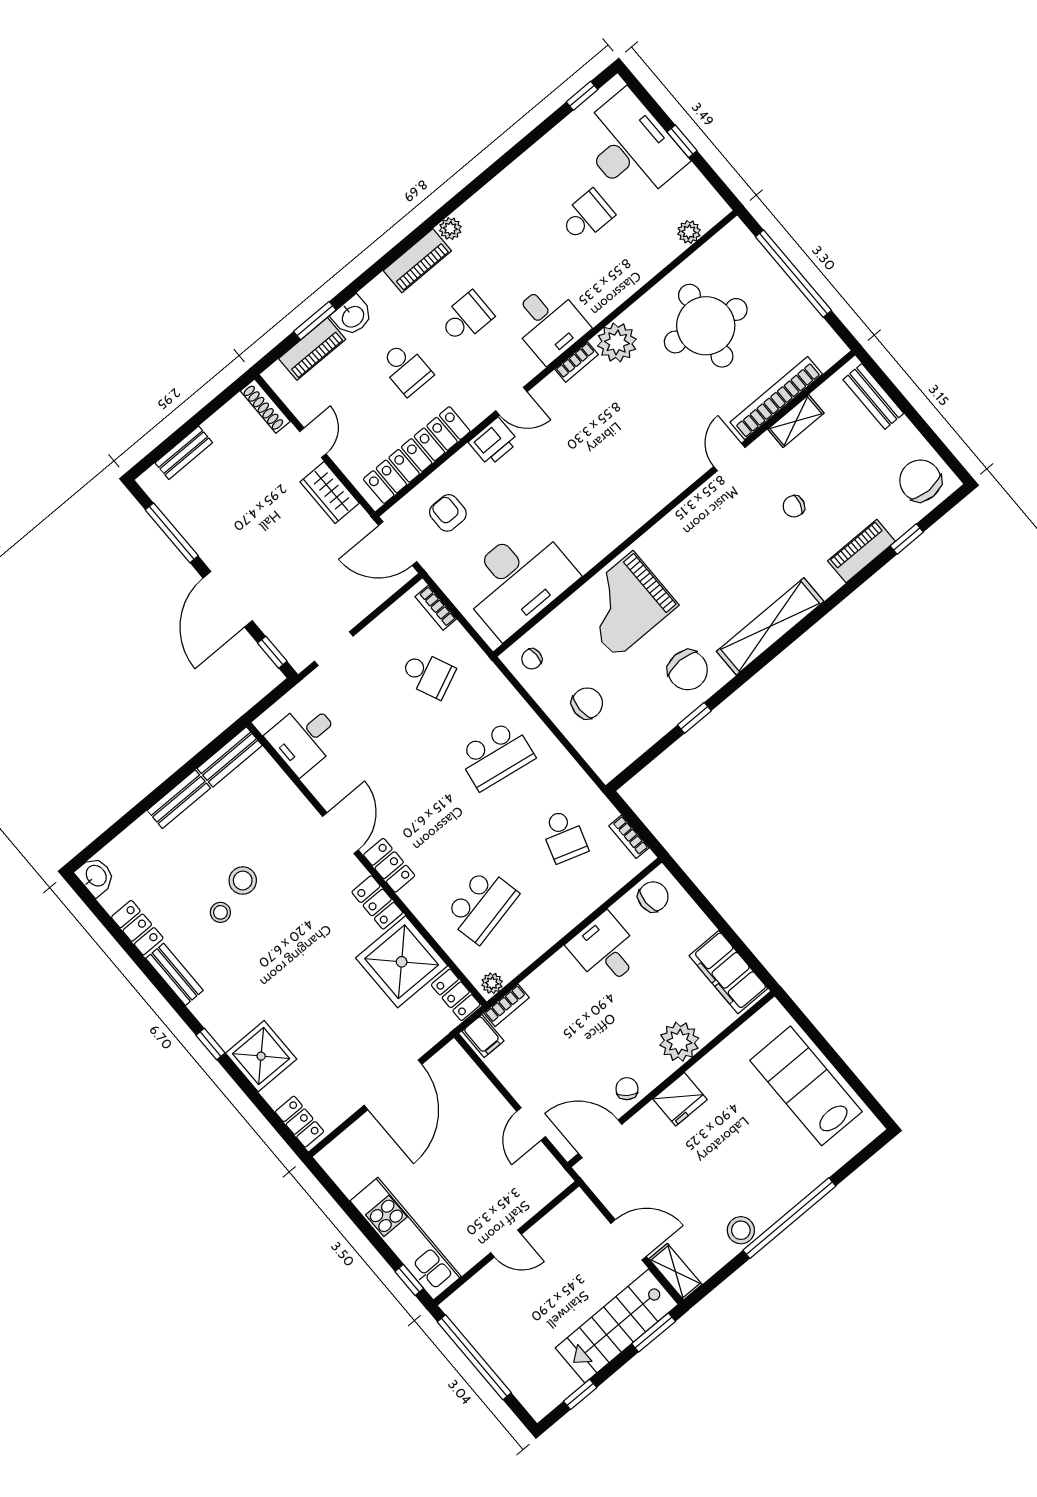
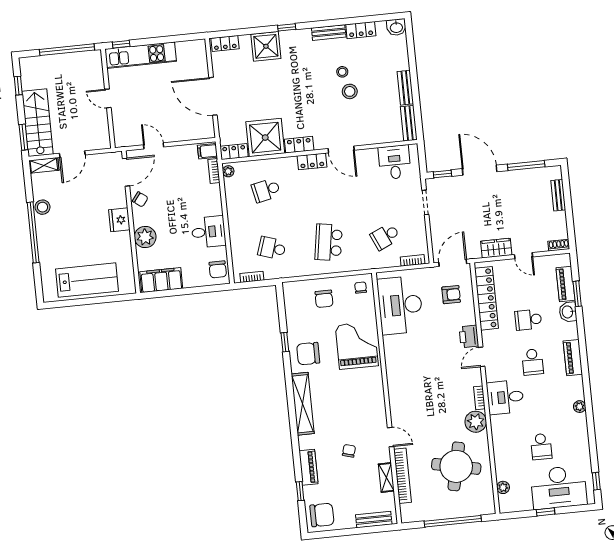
plant: (450, 229) -> (580, 407), moved
shoe rack: (265, 406) -> (559, 245), width x0.70
school desk: (481, 905) -> (266, 190), width x0.54
door: (506, 1243) -> (108, 98), hinge flipped

